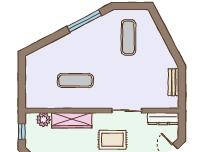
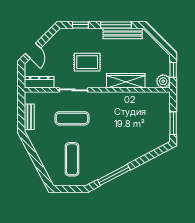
window: (22, 75) -> (173, 123), added
exercise mat: (75, 80) -> (72, 118), moved
plant: (43, 120) -> (163, 81), moved

